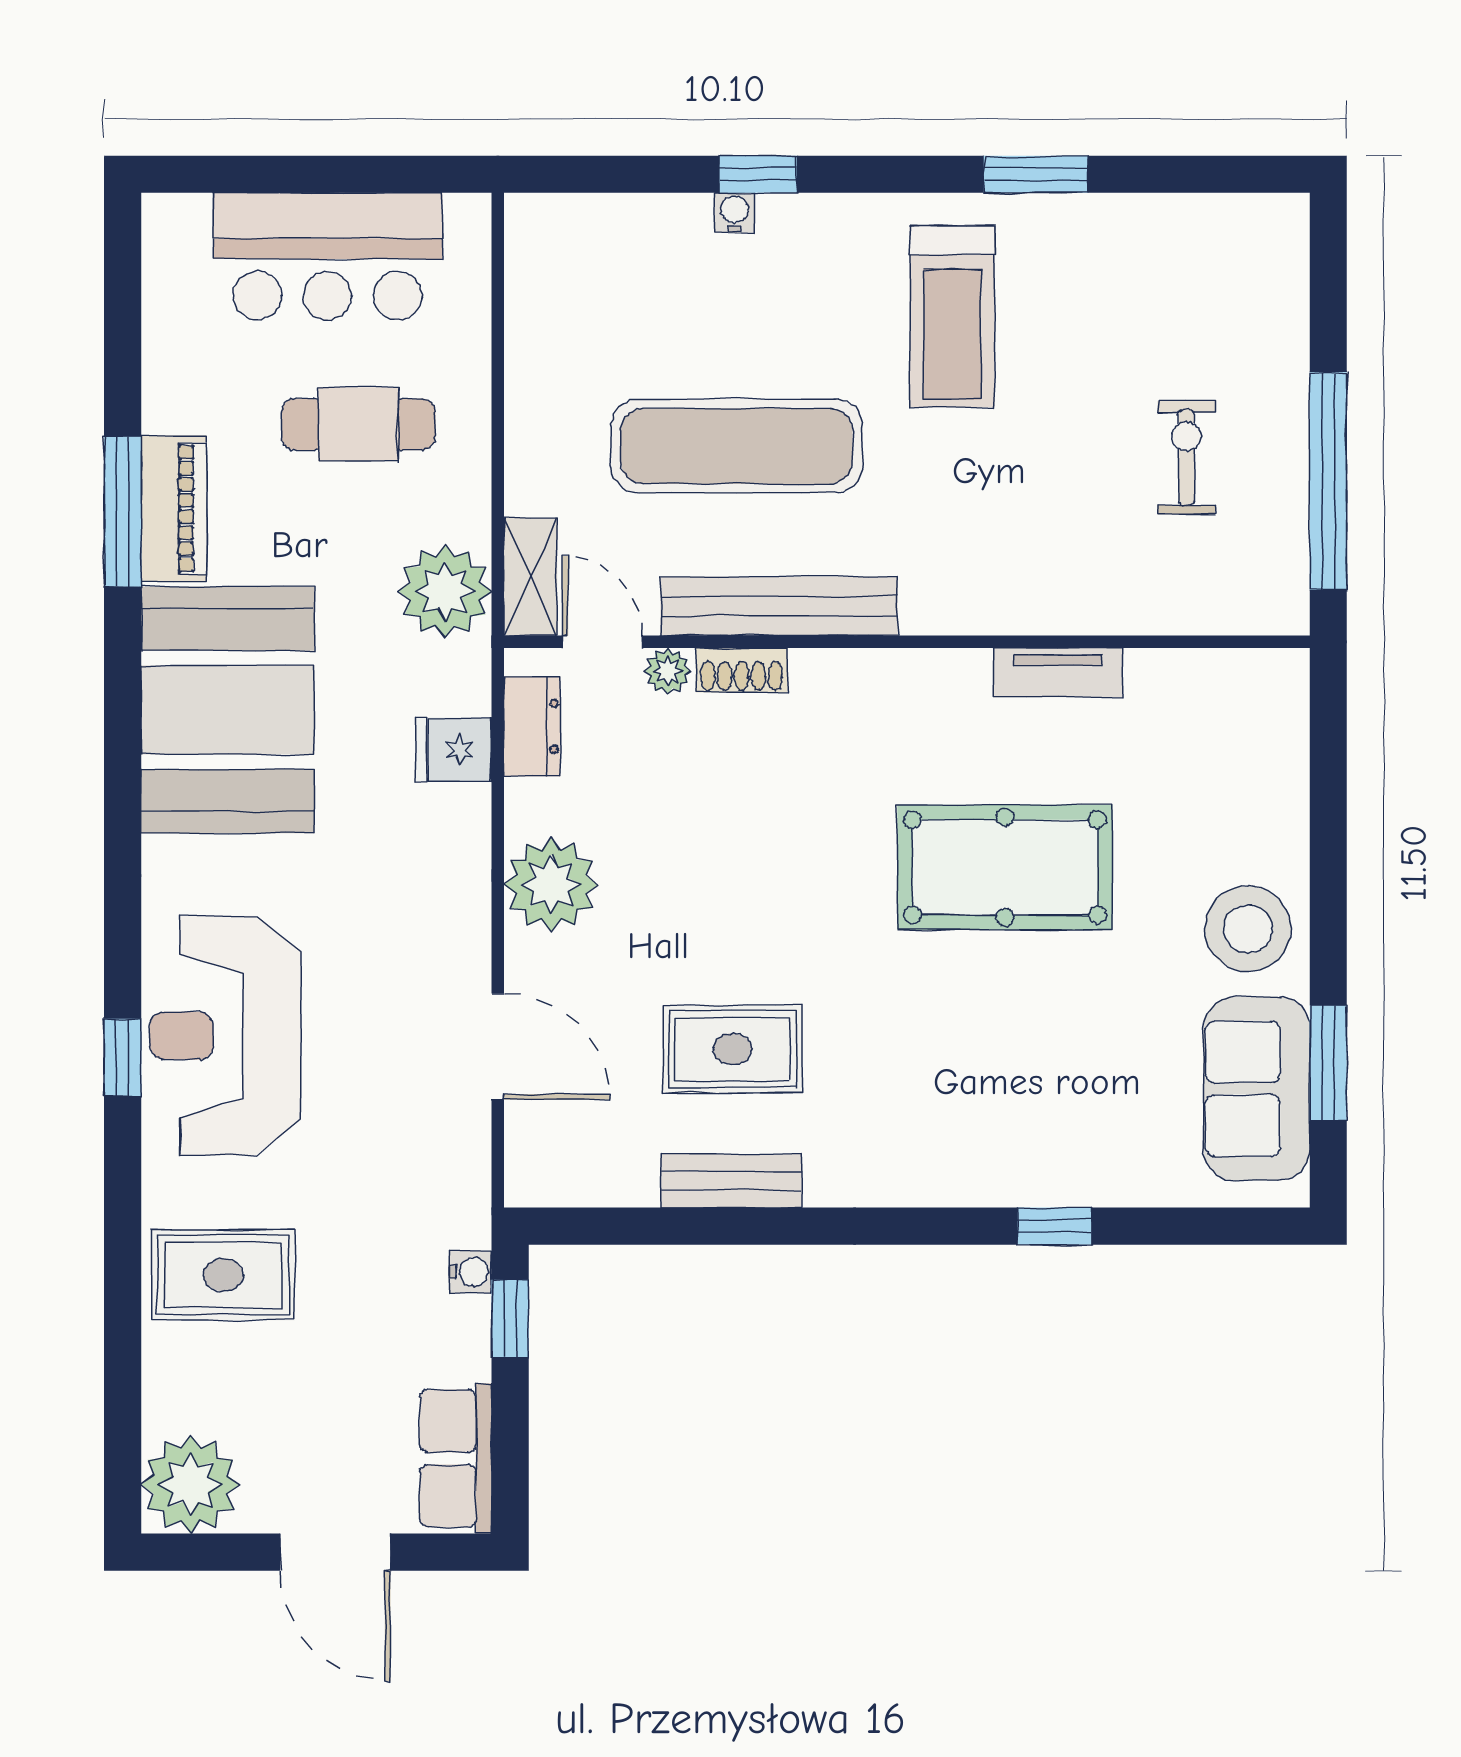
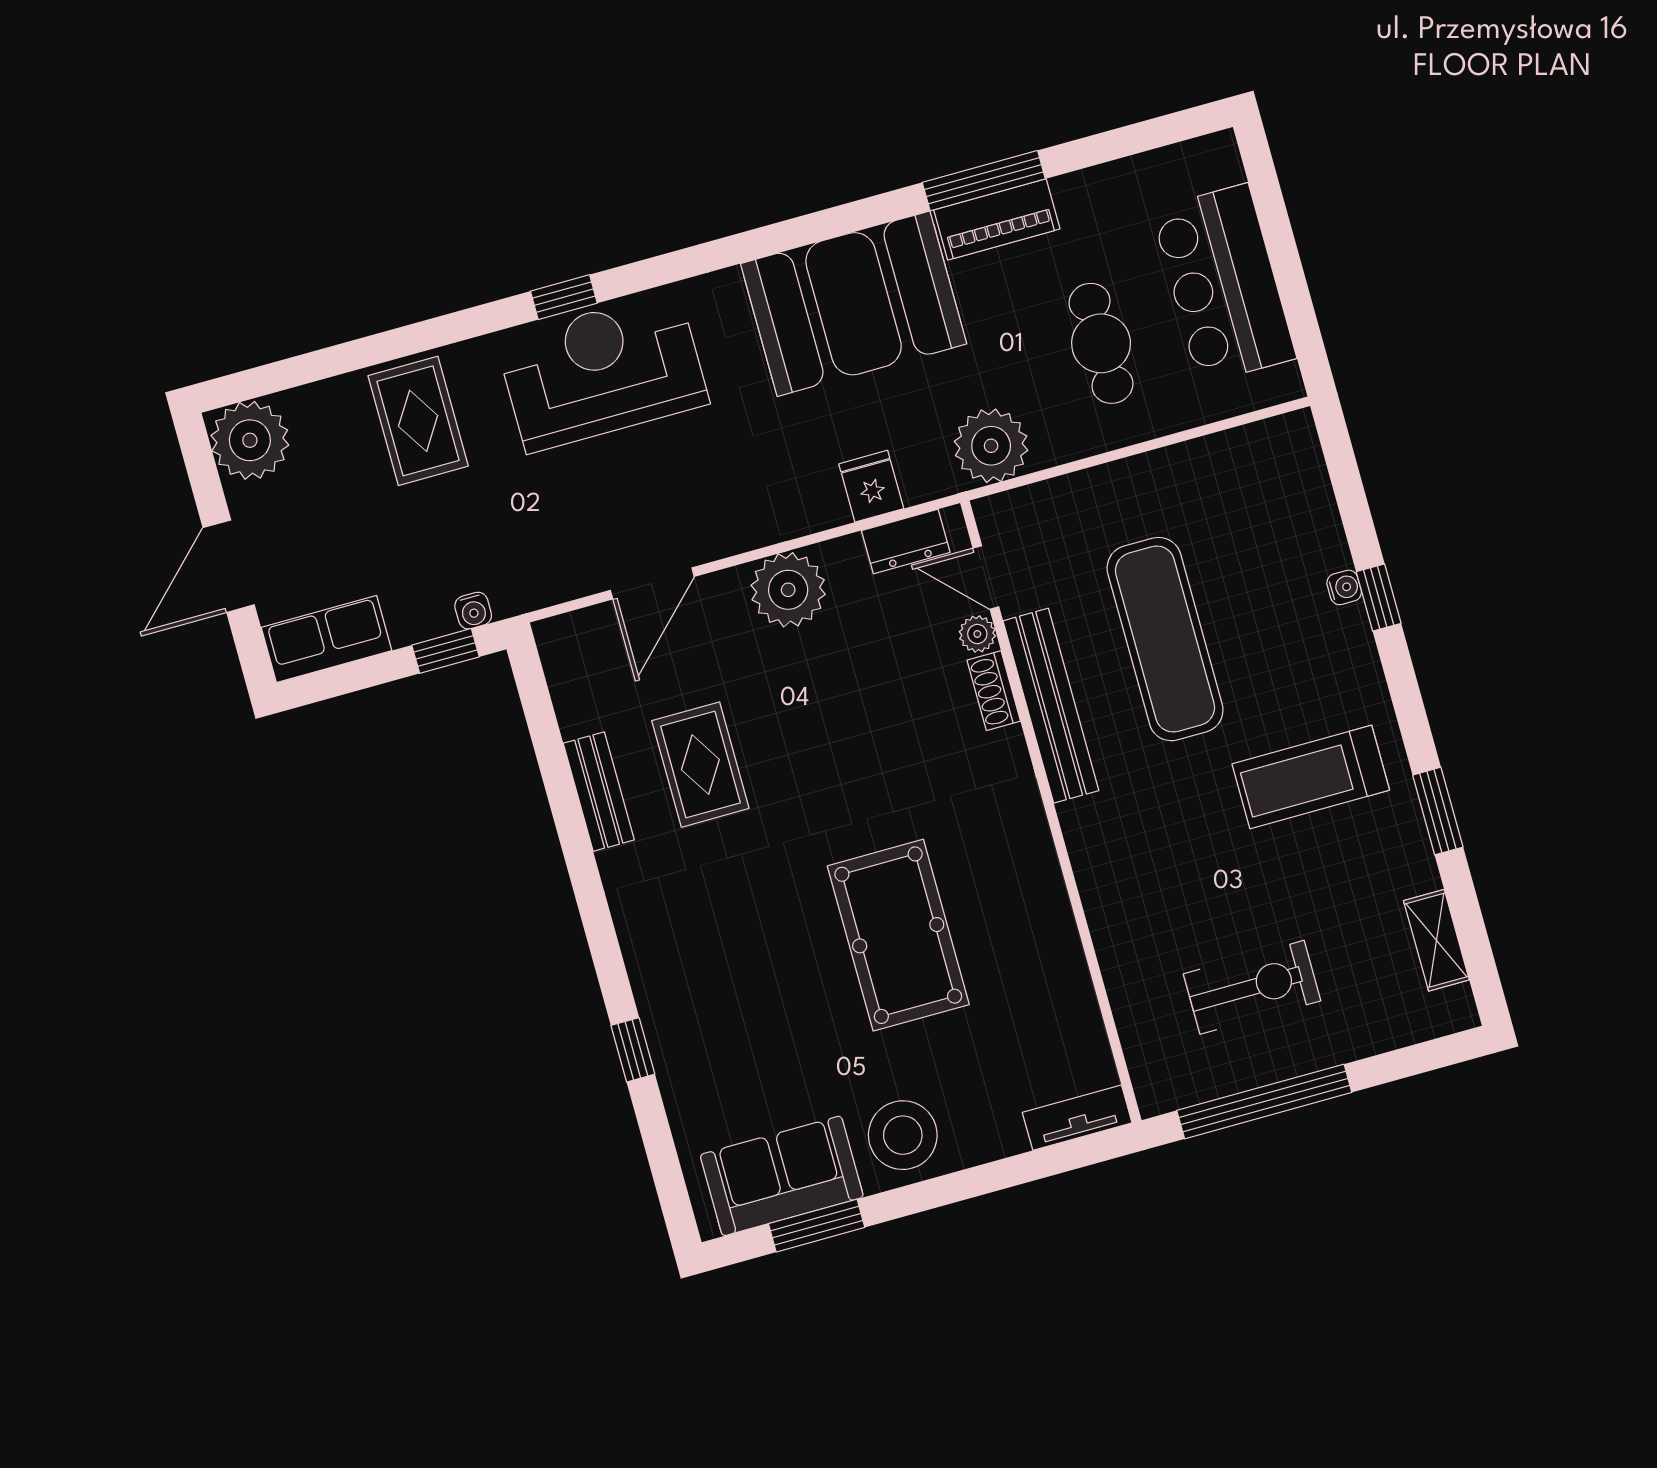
exercise bike: (1186, 458) -> (1252, 987), width x1.38, depth x1.39
shelving: (530, 577) -> (1436, 940), moved, turned 90
door: (602, 642) -> (986, 577), swing flipped
tv unit: (1058, 673) -> (1077, 1118), moved, turned 90

